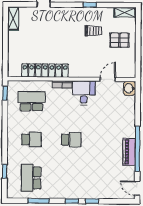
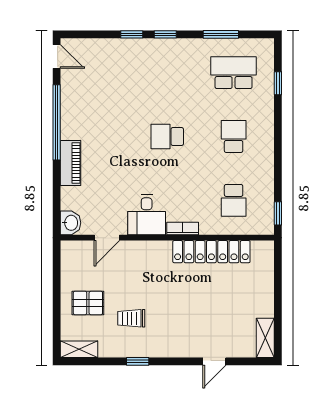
school desk: (32, 101) -> (234, 200), width x0.54
school desk: (31, 140) -> (234, 136), turned 90
piano: (129, 152) -> (71, 163), moved
school desk: (31, 178) -> (234, 73), turned -90

